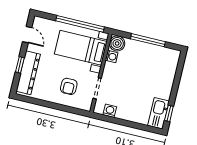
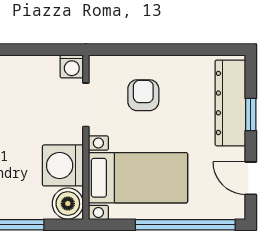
window: (80, 24) -> (185, 225), moved
washing machine: (112, 56) -> (63, 165), width x1.89, depth x1.89
washing machine: (110, 111) -> (72, 66), moved

